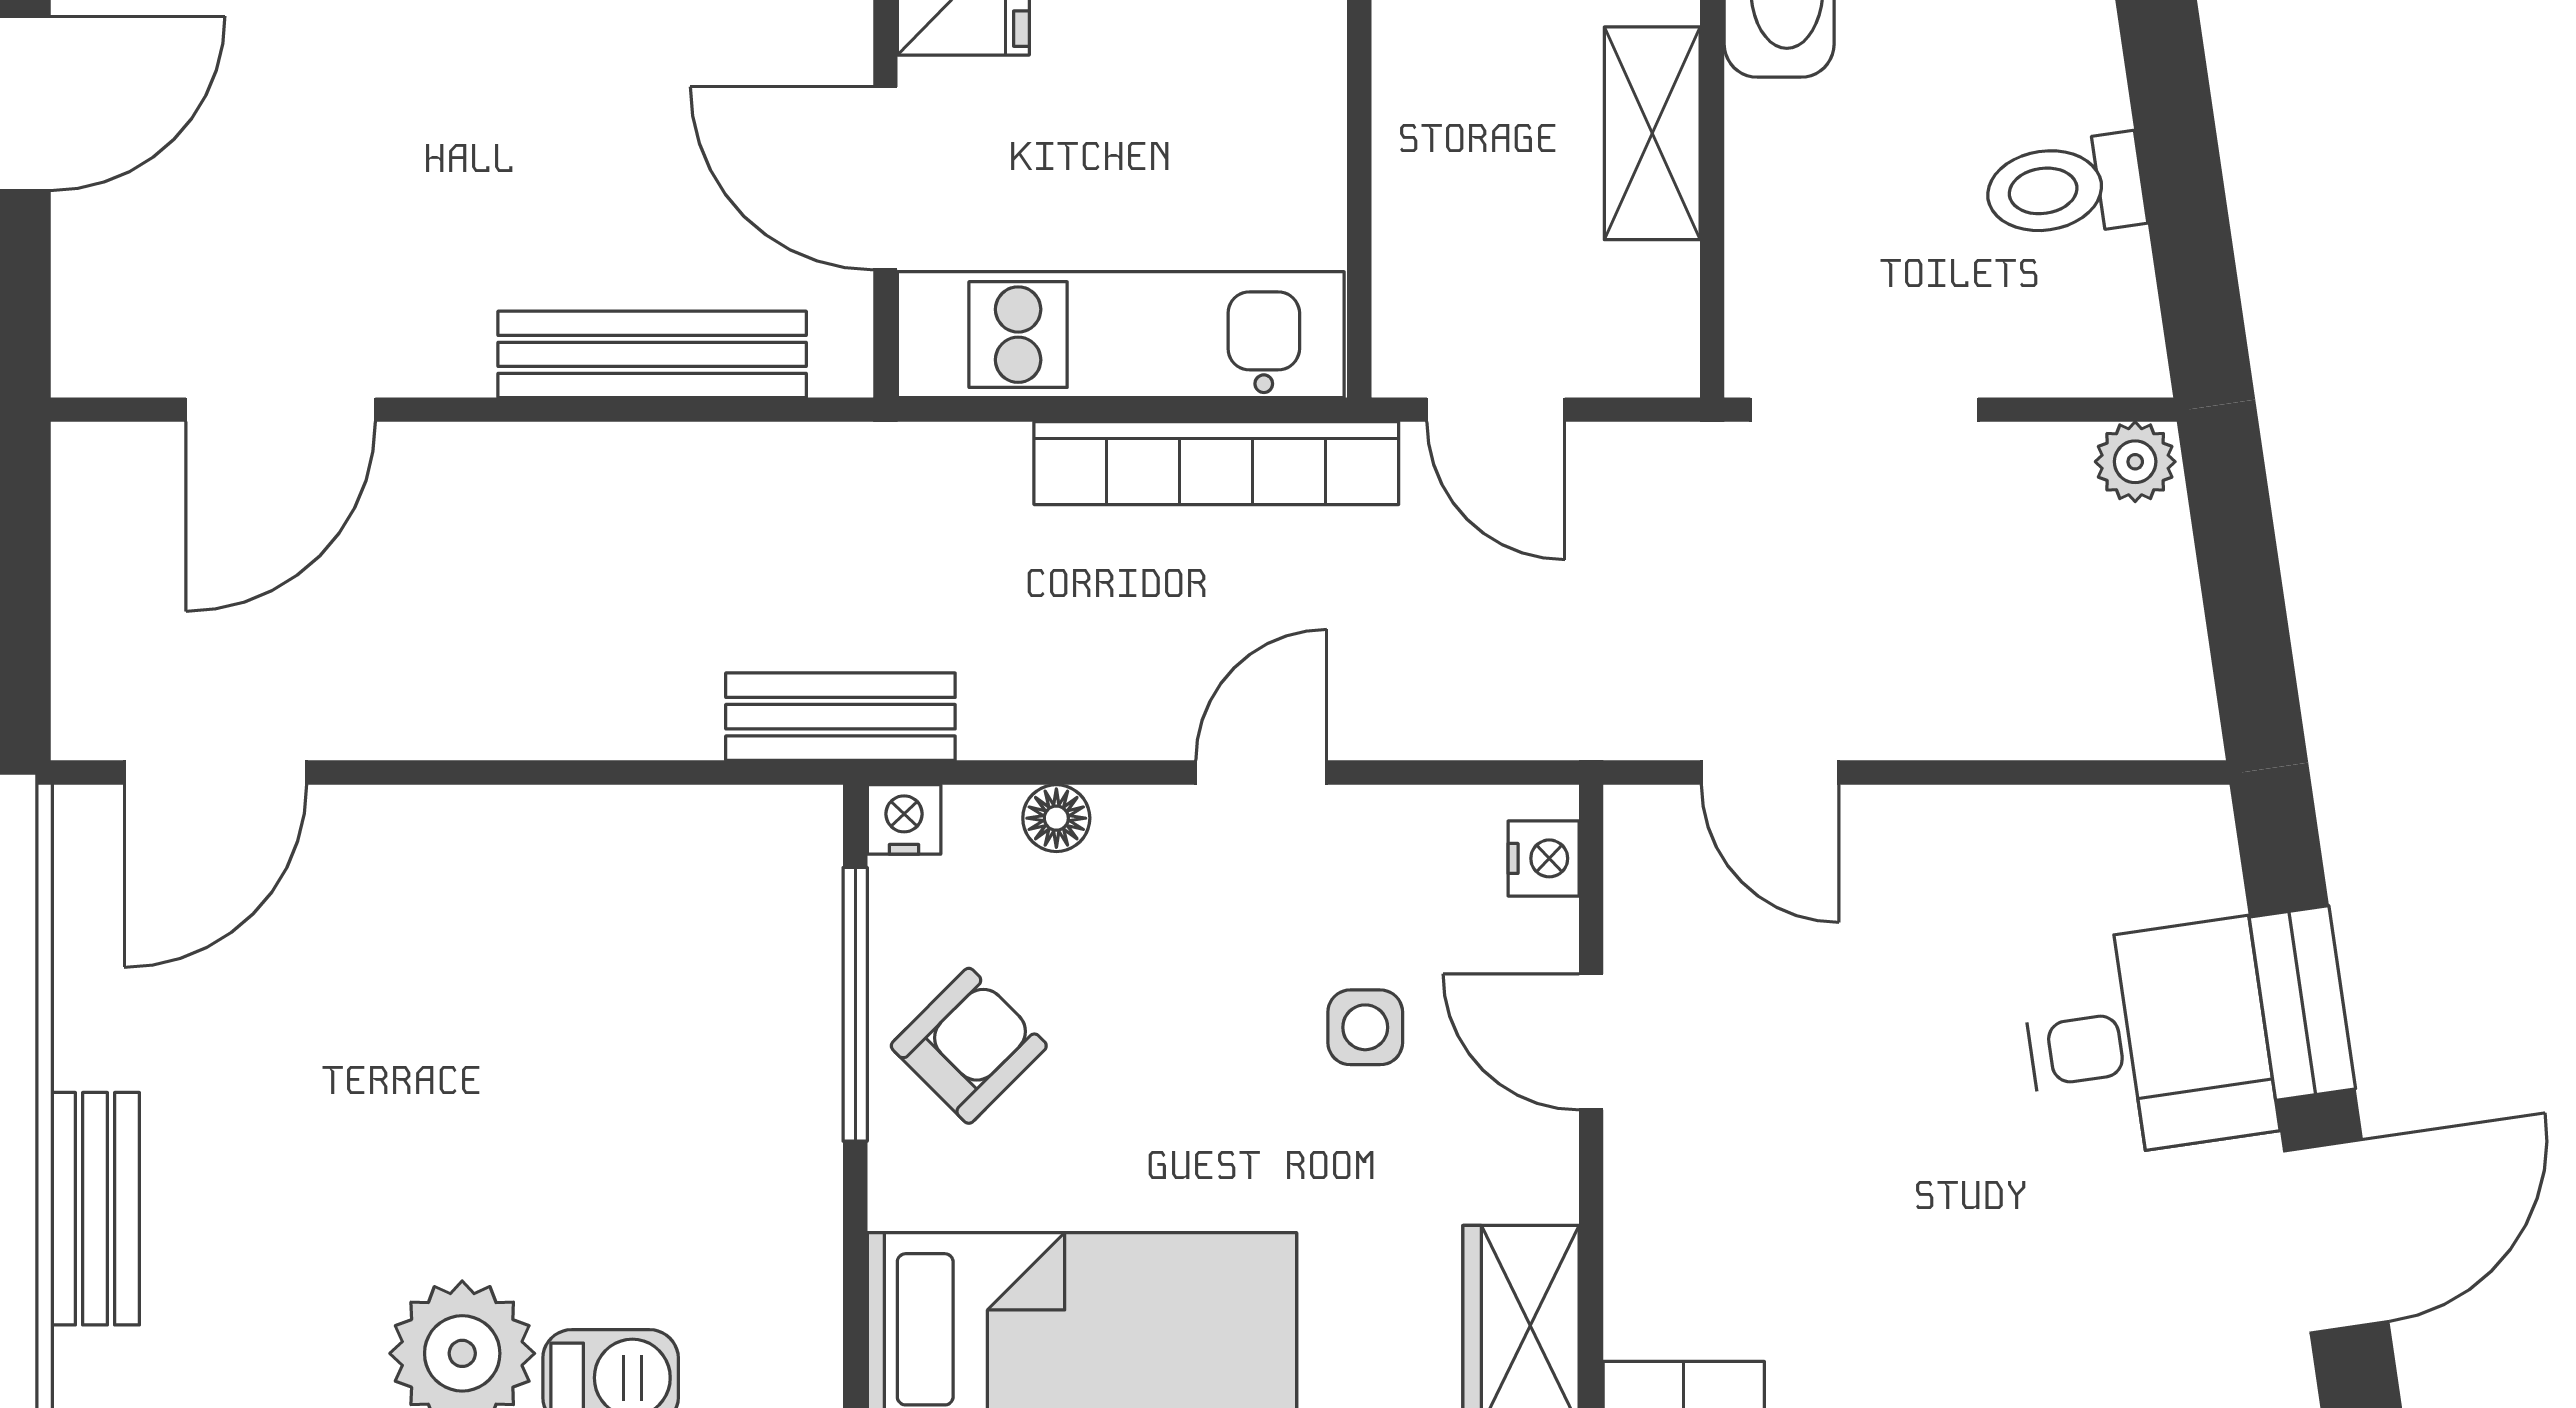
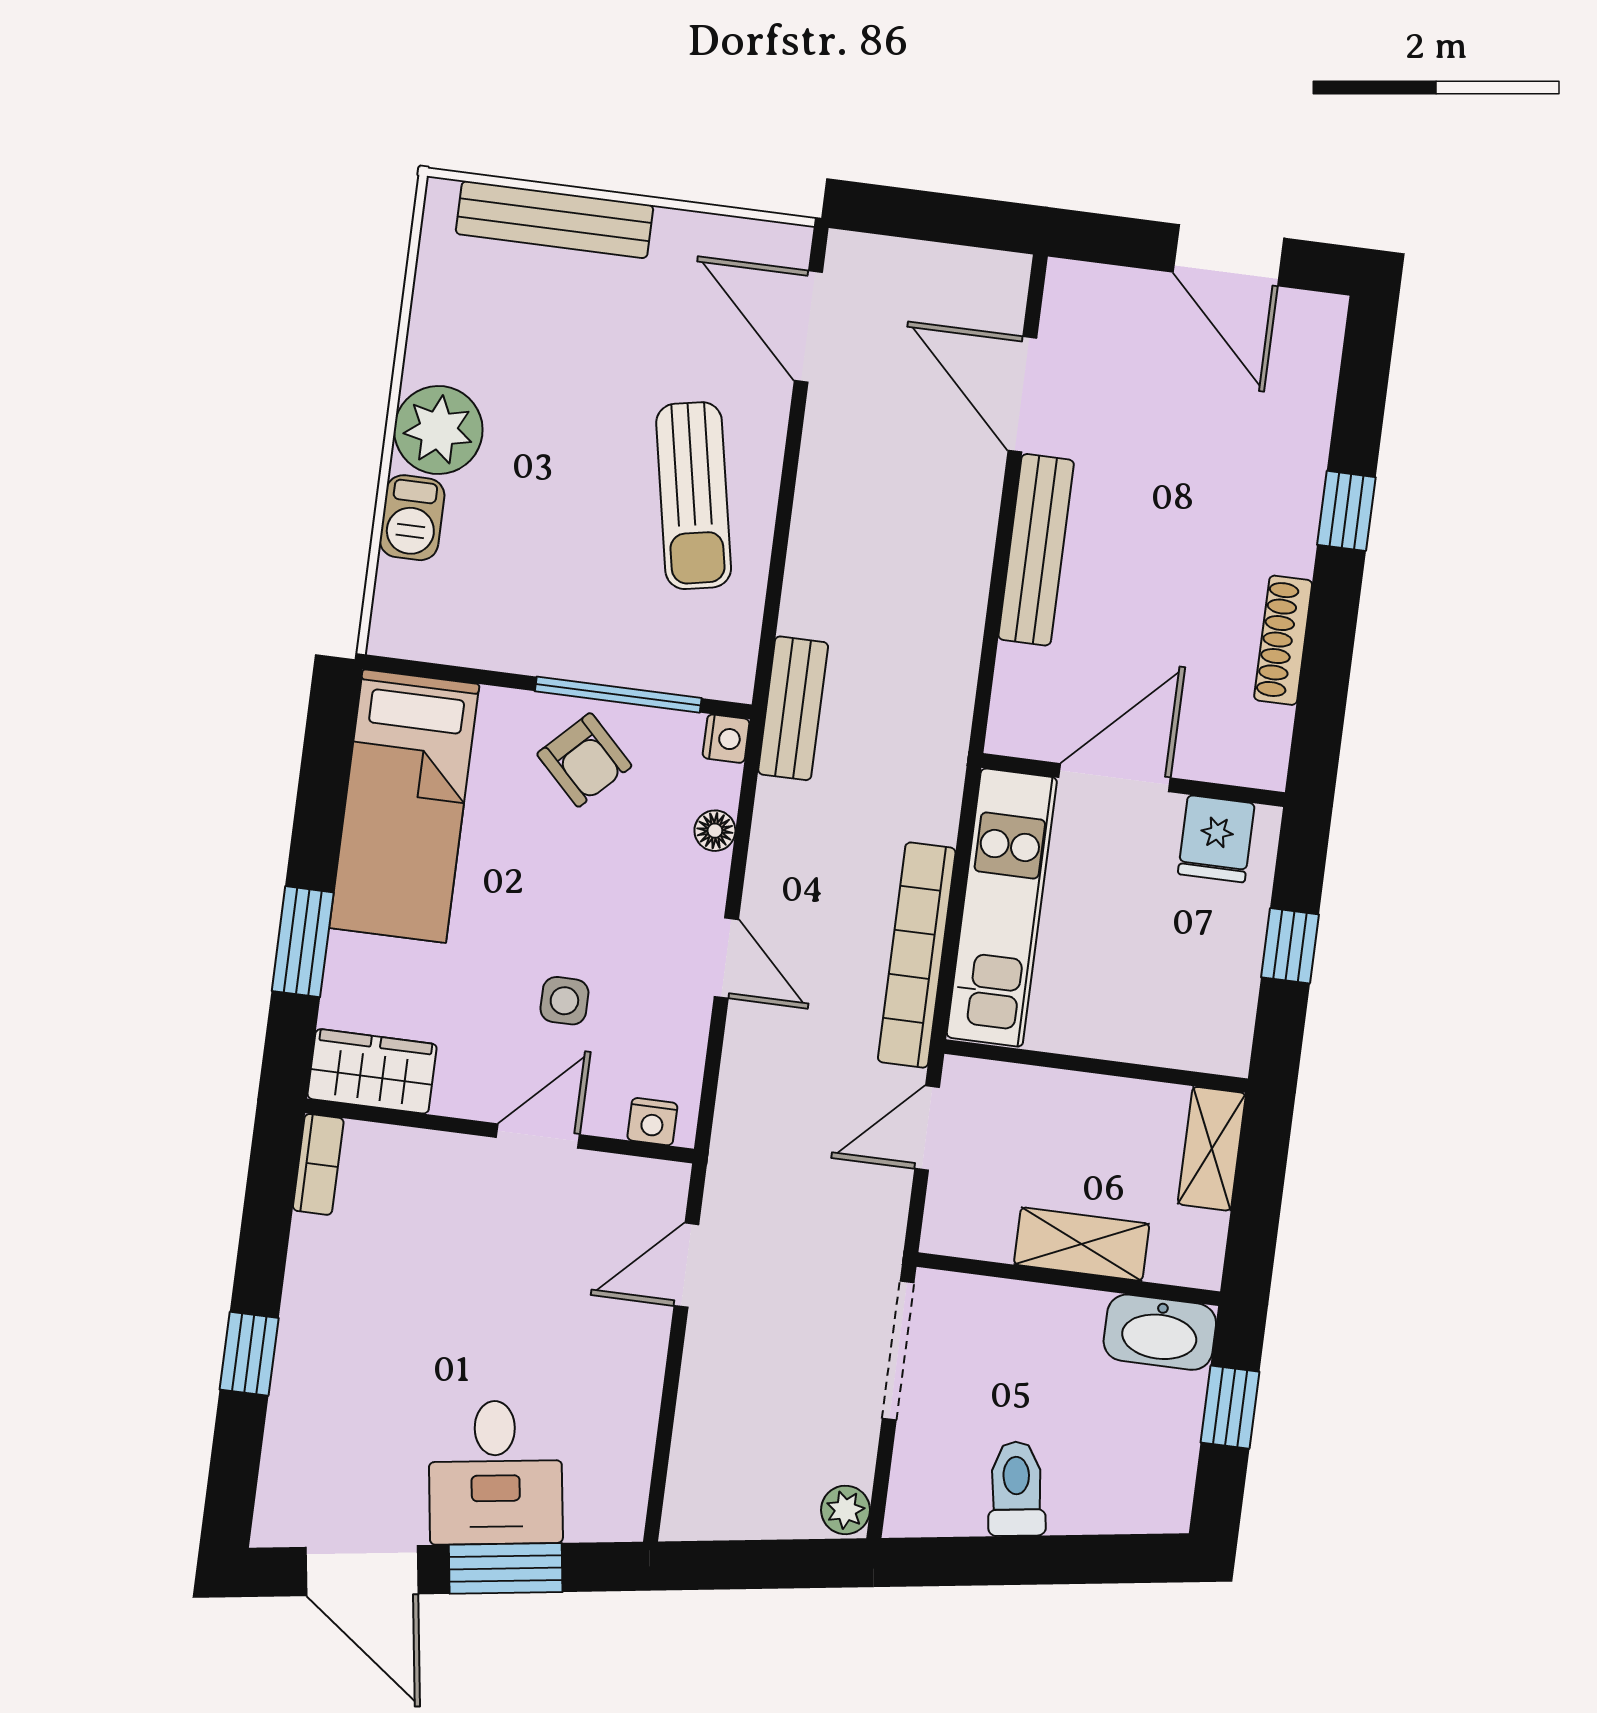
bench: (652, 354) -> (1036, 550), moved
sun lounger: (515, 924) -> (694, 496), added
bench: (95, 1209) -> (555, 220), width x1.36

